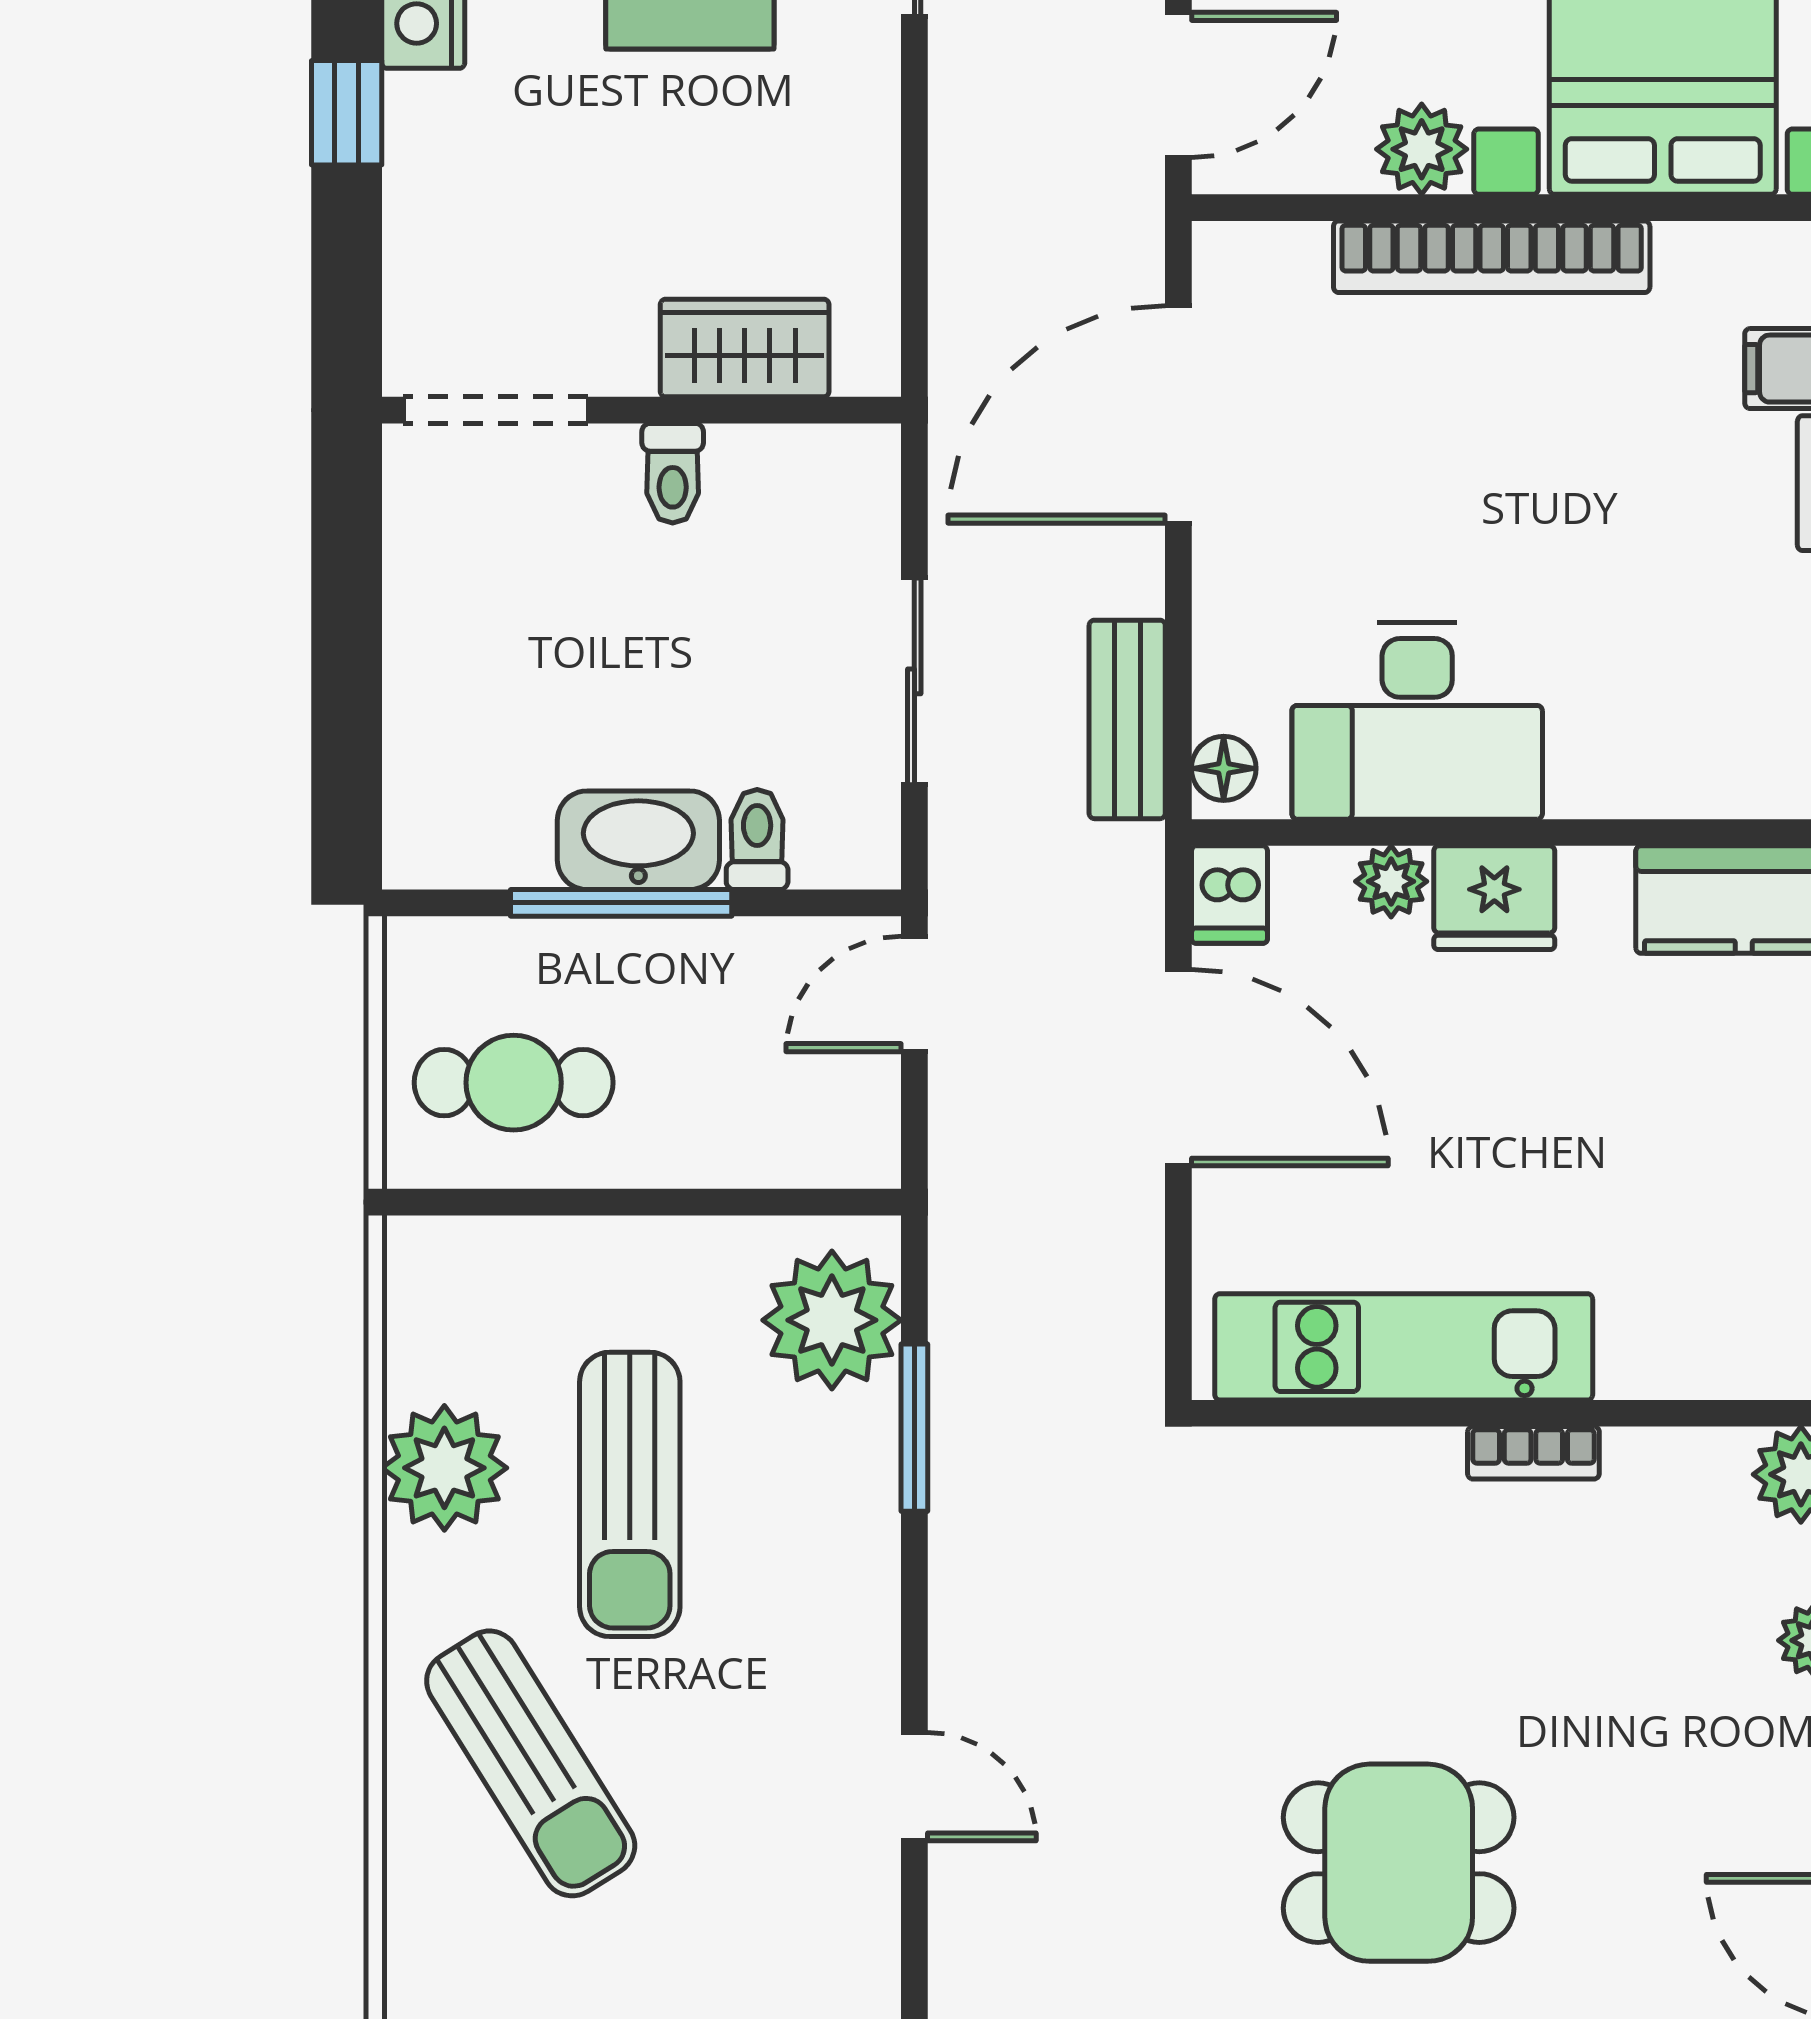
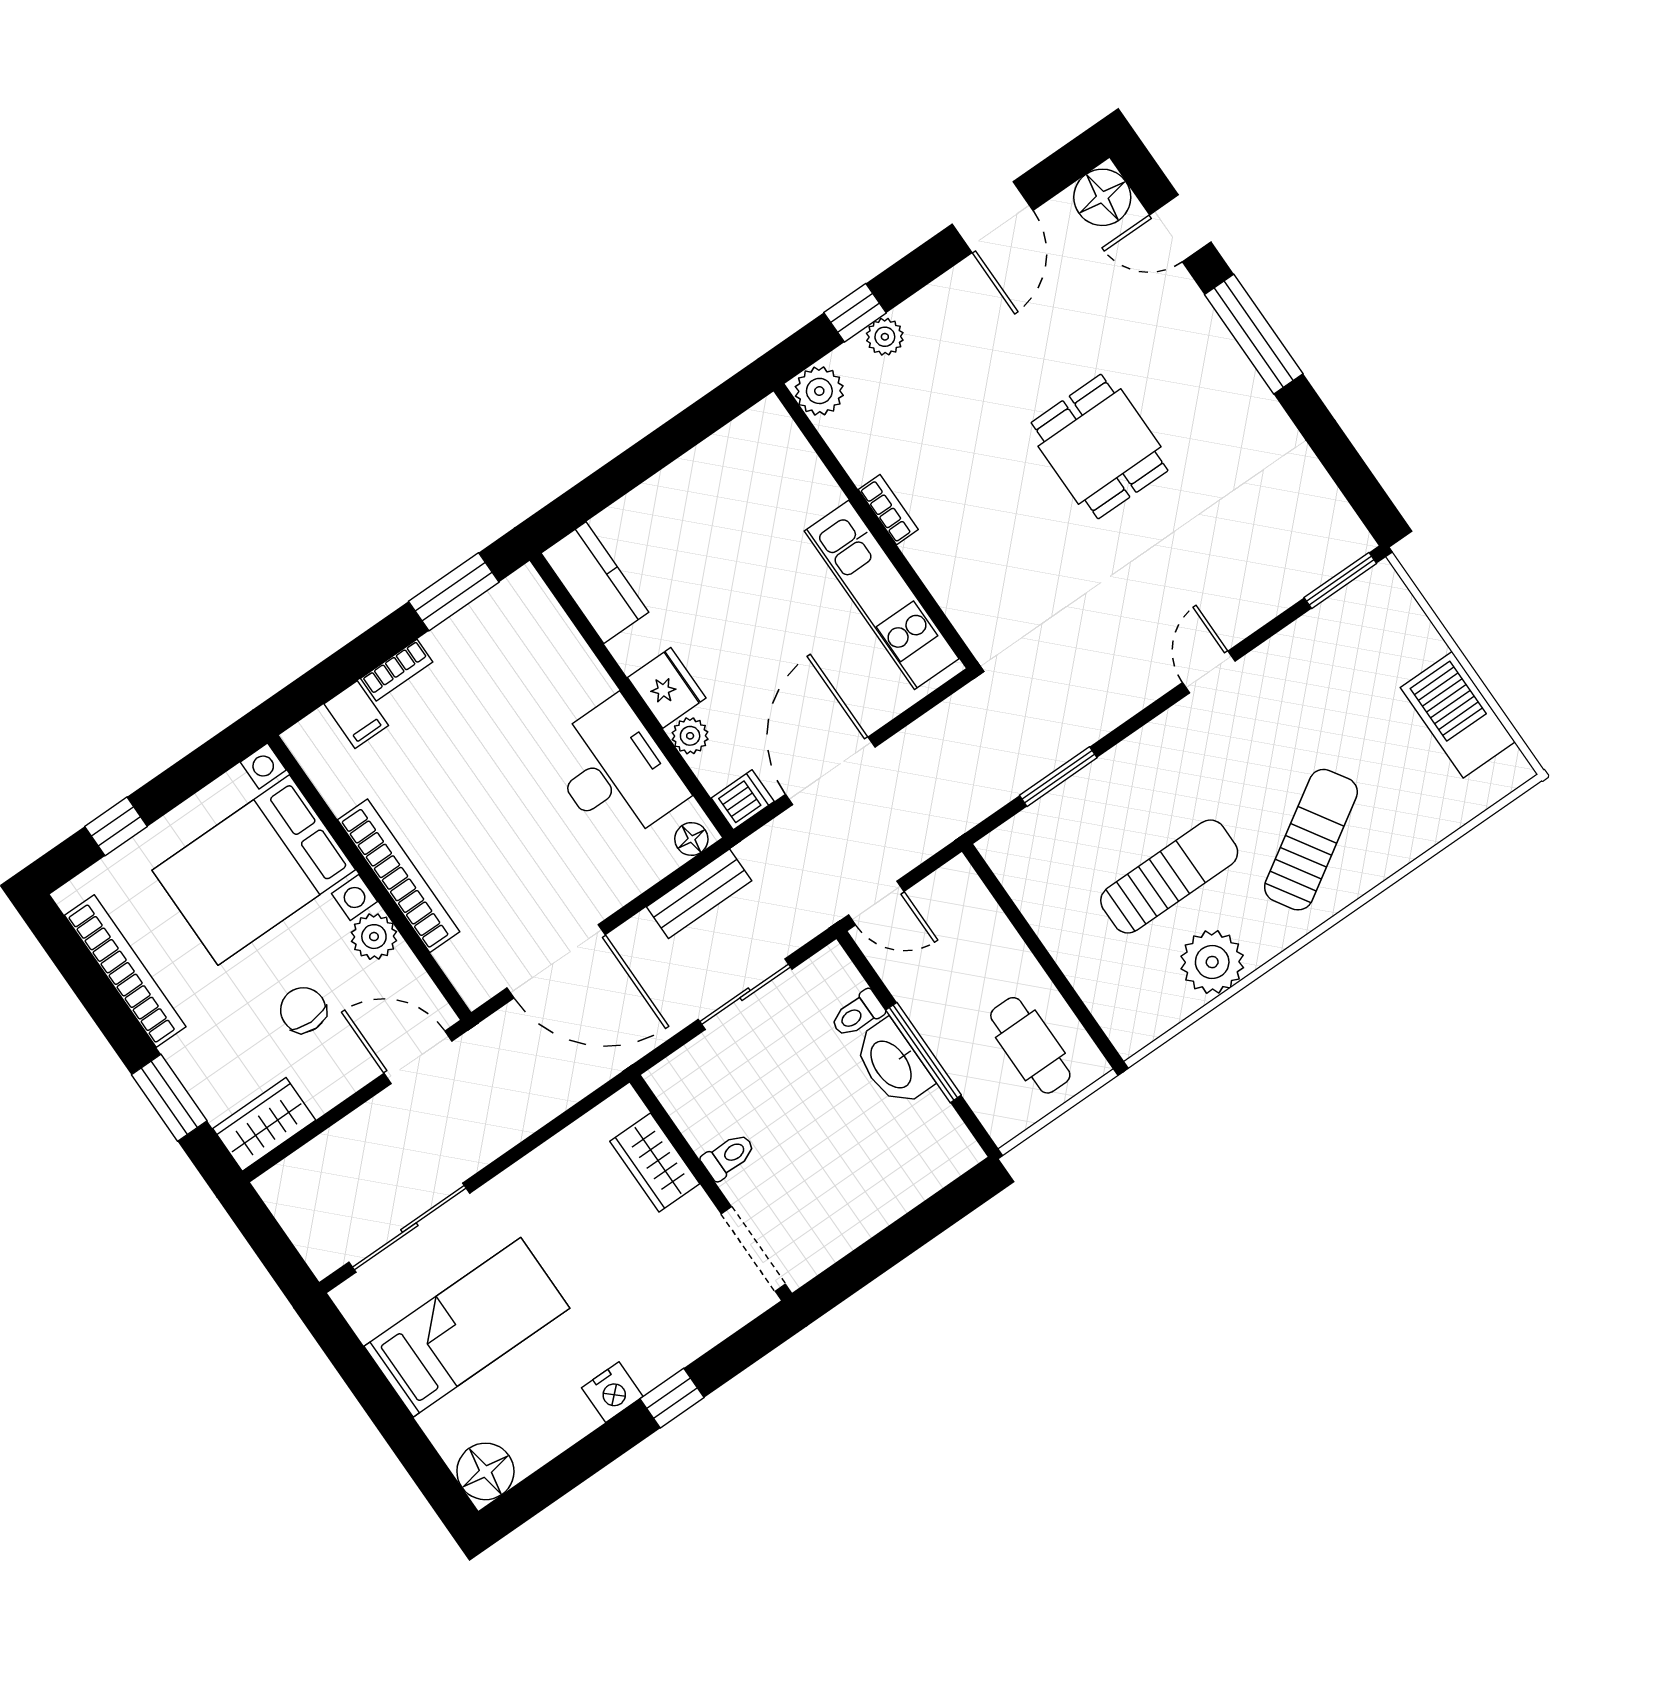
plant: (832, 1320) -> (1037, 843), removed

